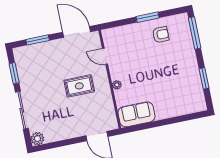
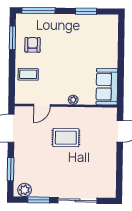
window: (148, 17) -> (12, 38), moved
coffee table: (132, 37) -> (28, 74), added
rug: (79, 86) -> (66, 138), turned 90
plant: (37, 139) -> (25, 190), moved

